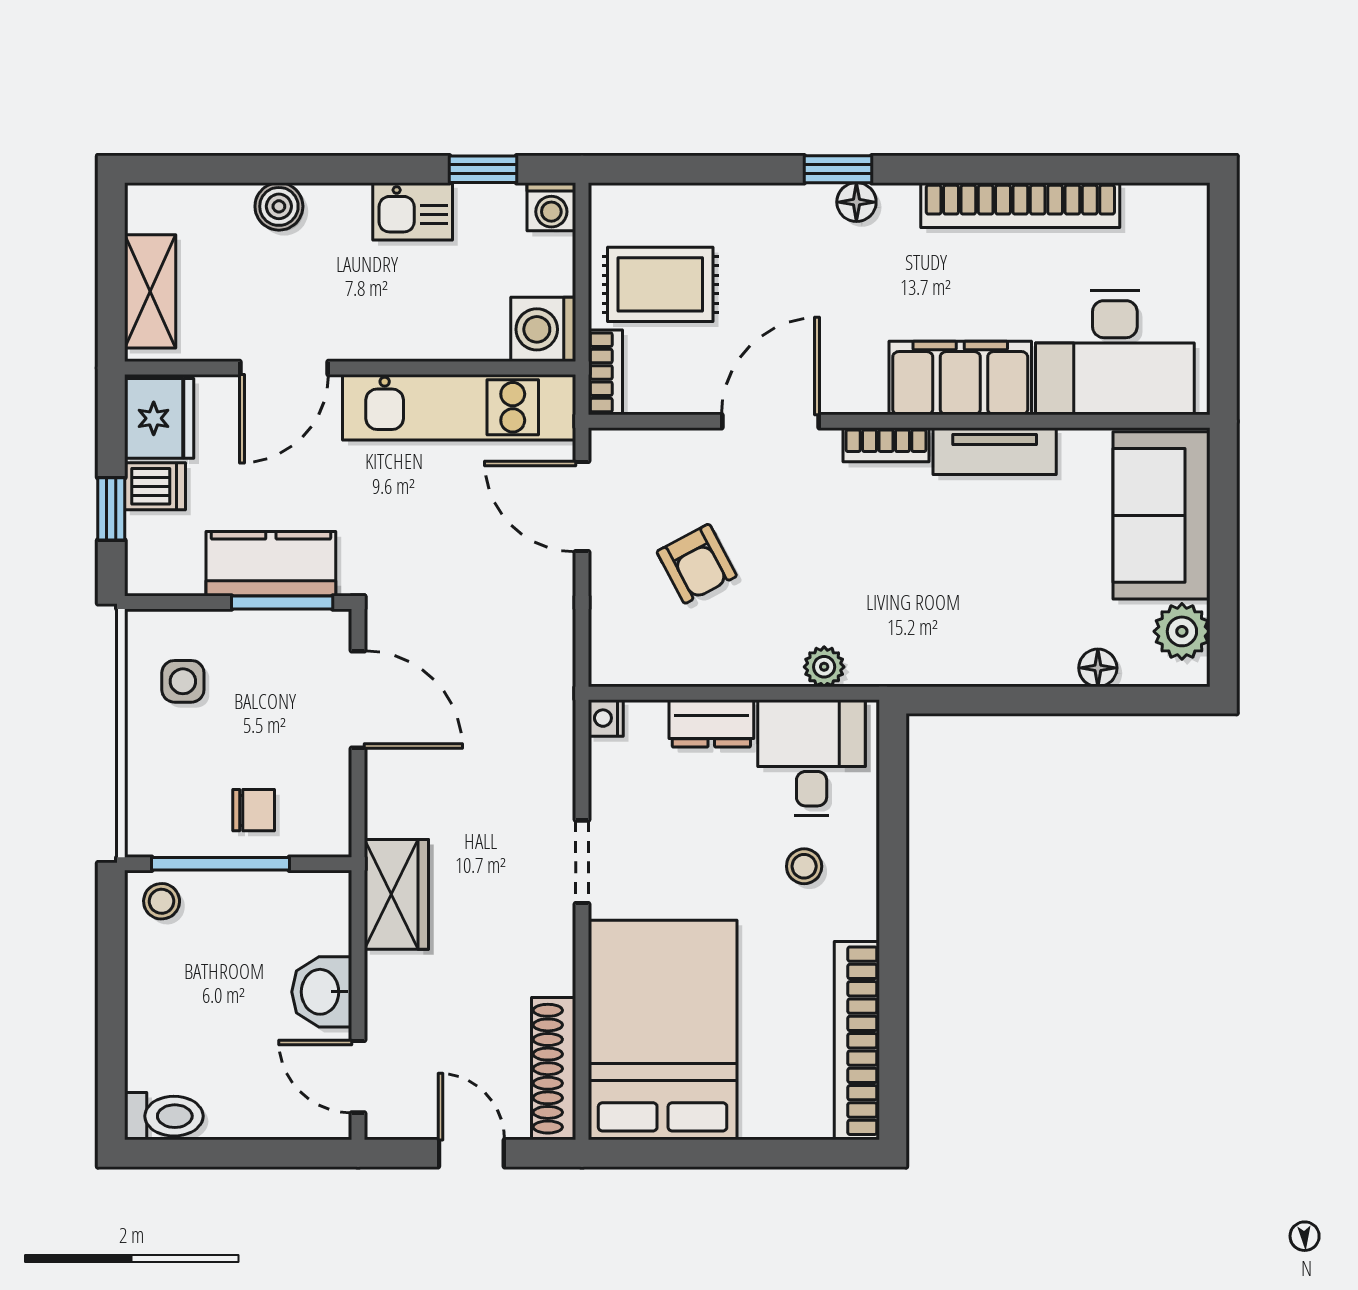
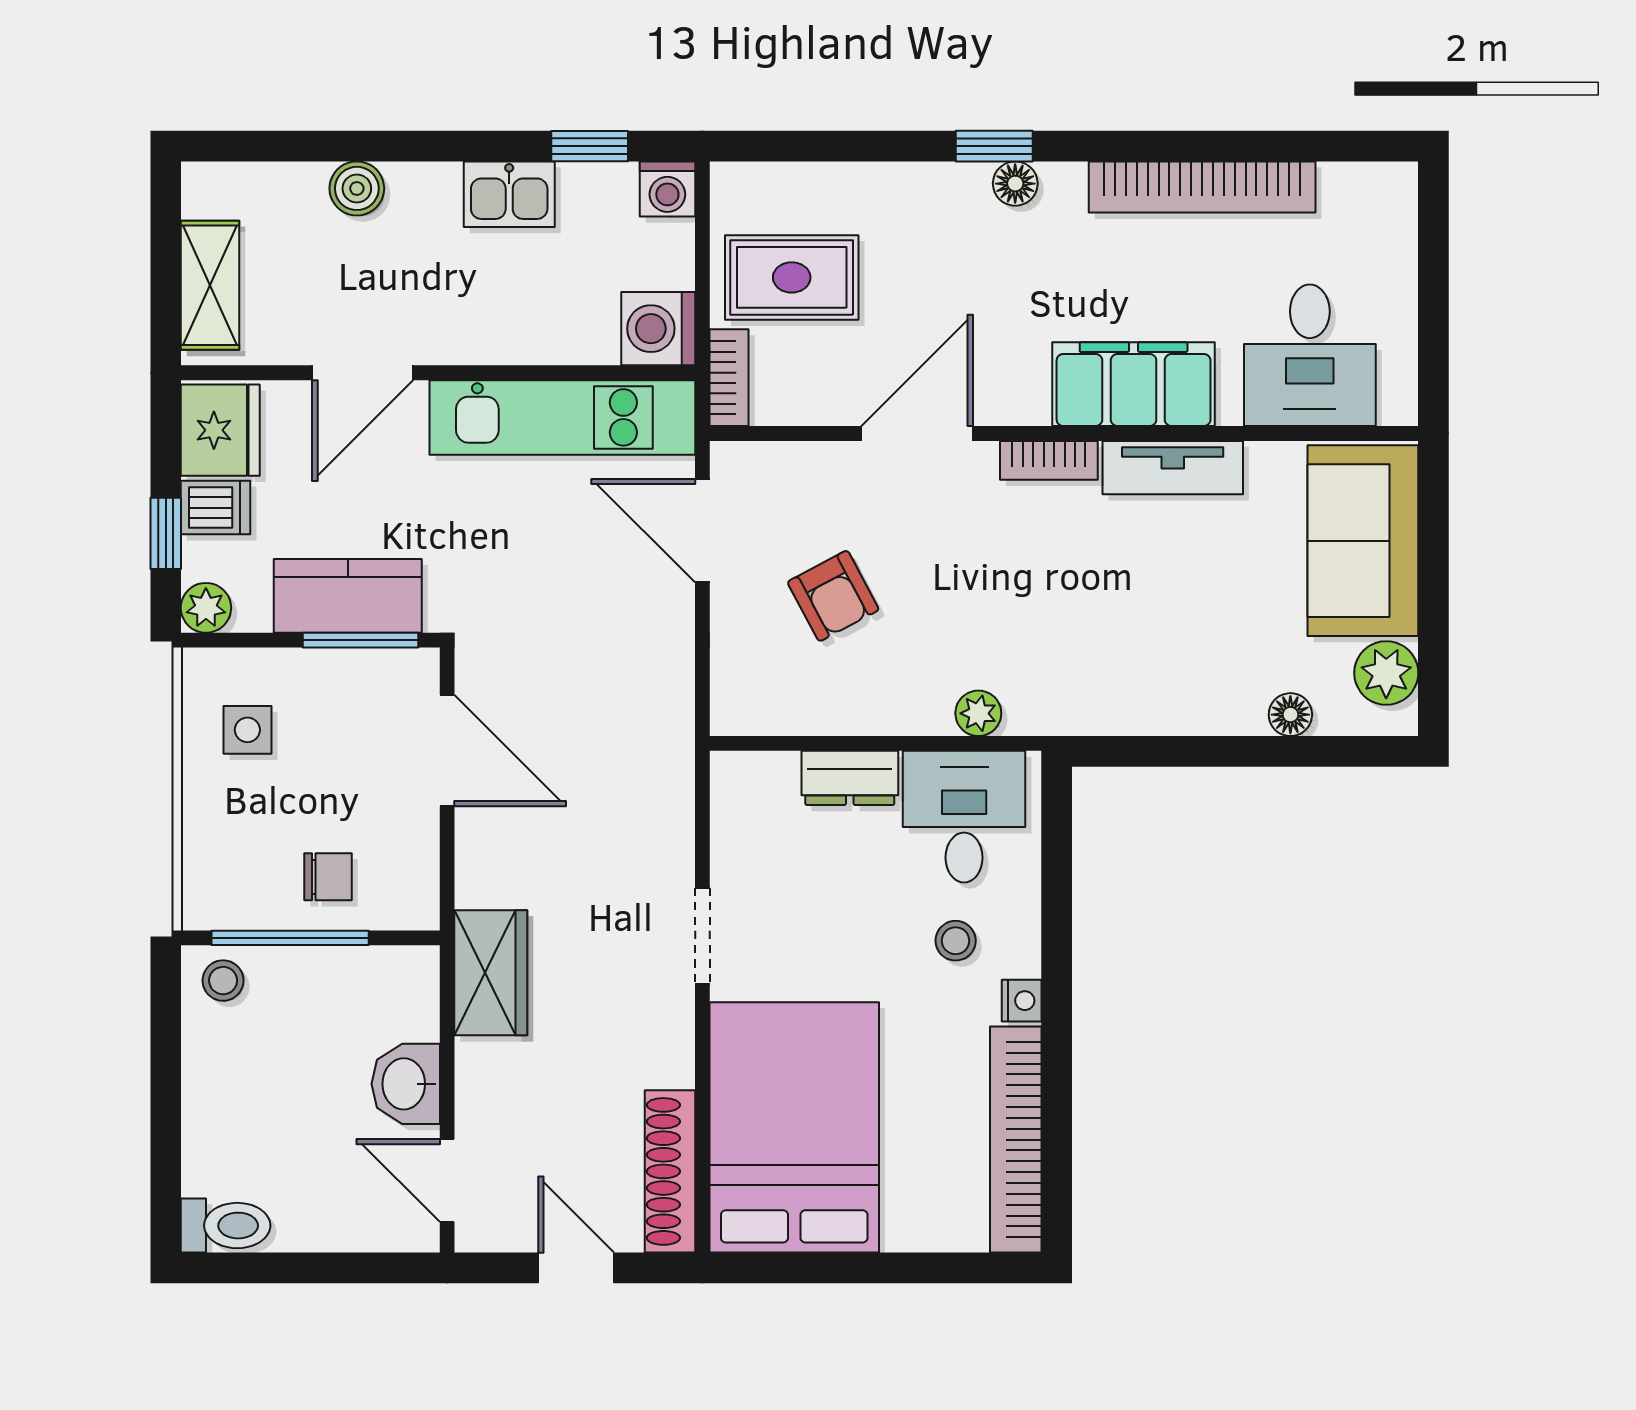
desk: (1115, 353) -> (1310, 355), width x0.73
plant: (147, 574) -> (206, 608), added
nightstand: (606, 718) -> (1022, 1001), moved, turned 180

